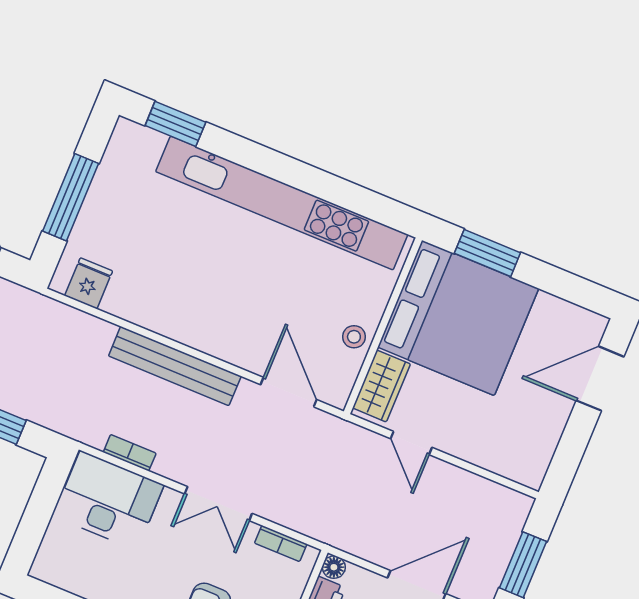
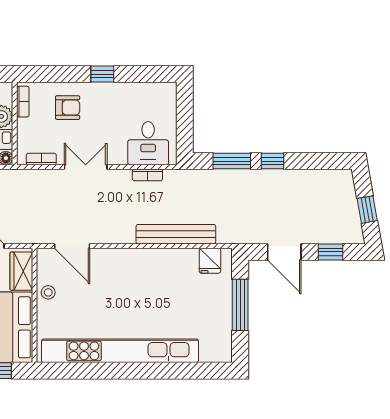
window: (175, 124) -> (198, 371), removed
bench: (175, 366) -> (176, 234), moved
desk: (109, 500) -> (148, 143), width x0.73

